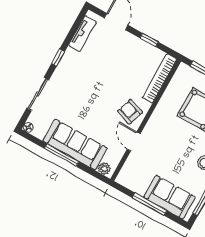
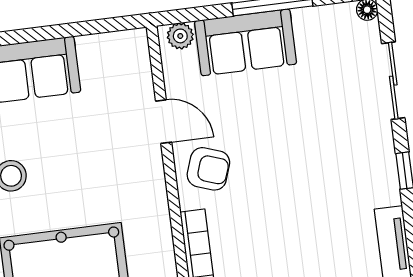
sofa: (75, 144) -> (246, 42), width x0.73
window: (150, 204) -> (55, 32), removed

